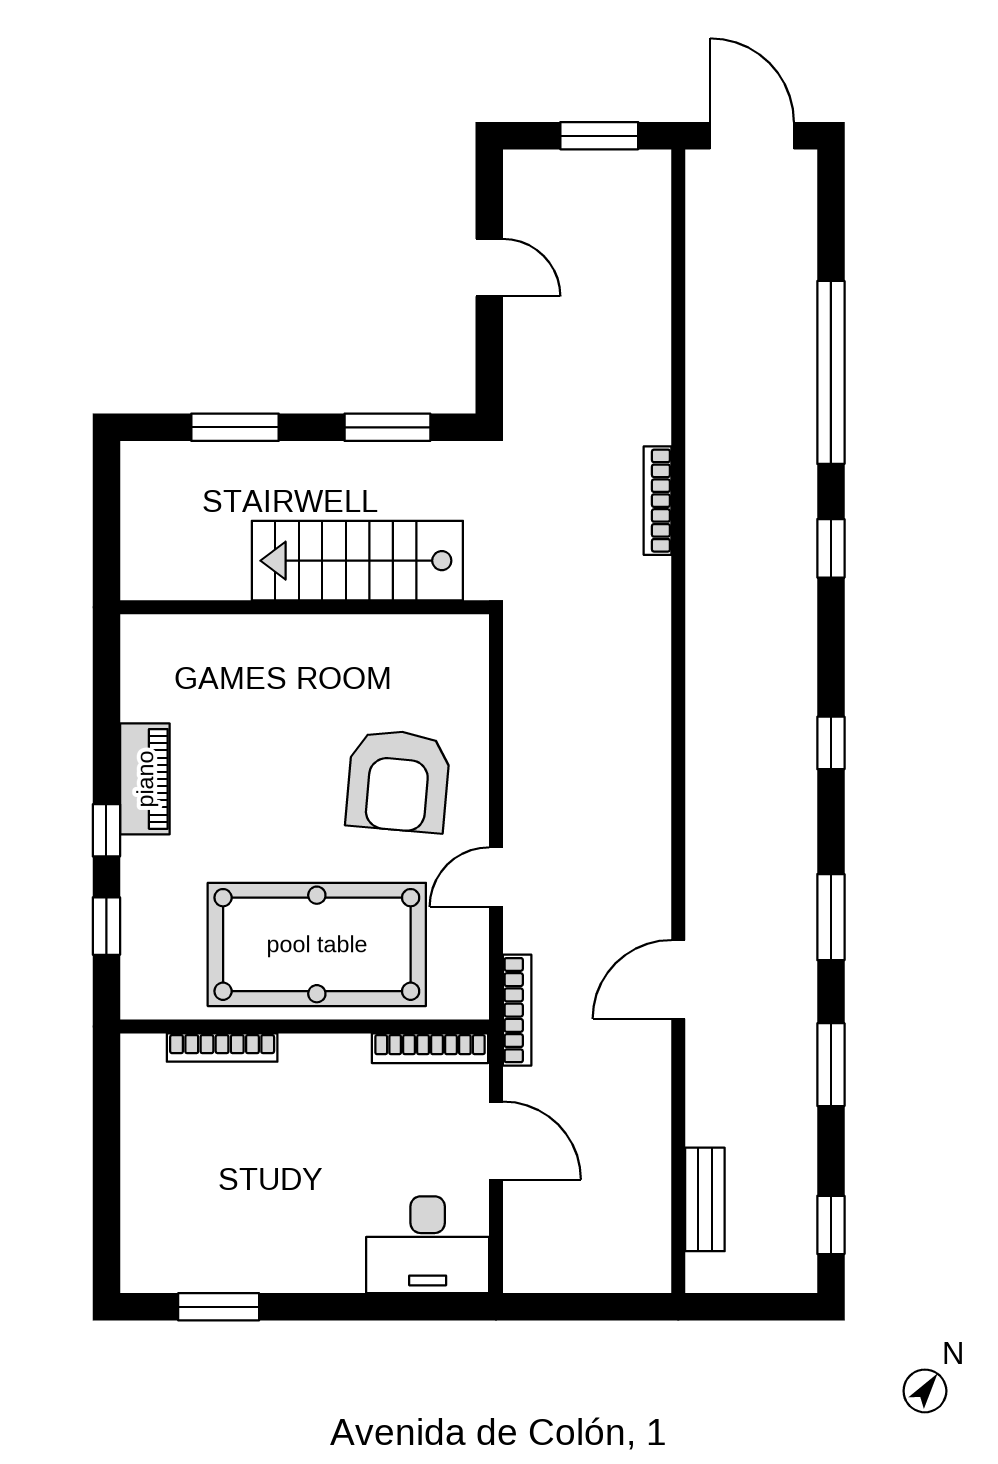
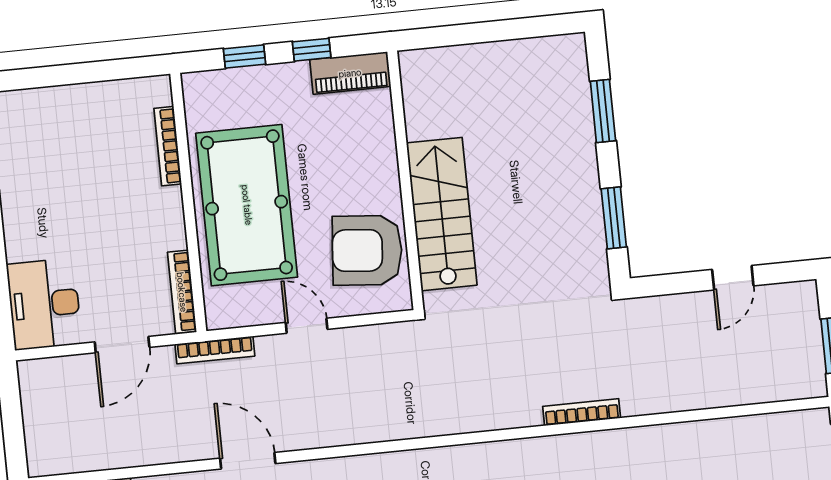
stairs: (357, 561) -> (442, 214), moved
wall: (305, 607) -> (405, 180), moved

